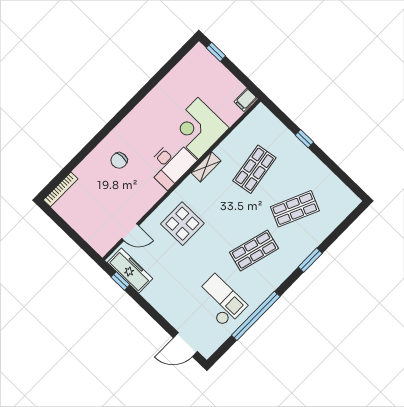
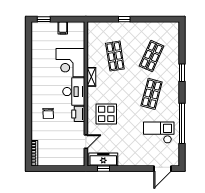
filing cabinet: (246, 100) -> (63, 28), moved
printer: (151, 193) -> (78, 114), added

